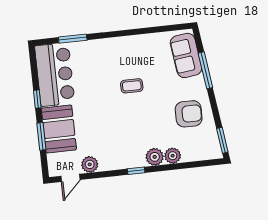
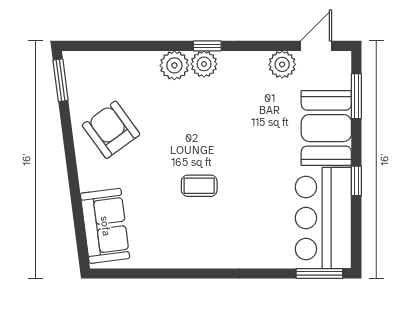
window: (73, 39) -> (319, 274), moved
window: (205, 70) -> (76, 198), removed
armchair: (189, 114) -> (111, 130), turned 54
window: (41, 136) -> (356, 96), moved
plant: (173, 156) -> (204, 64), moved

